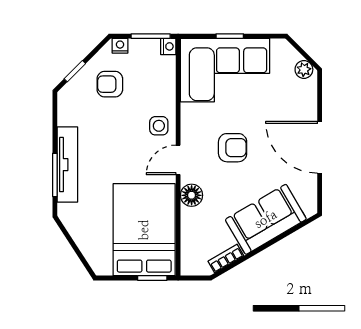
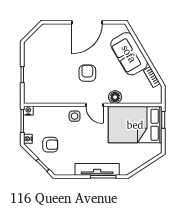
plant: (304, 69) -> (42, 32), removed
corner sofa: (225, 70) -> (42, 78), removed
armchair: (110, 84) -> (50, 145), turned -90

